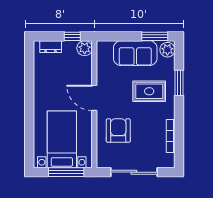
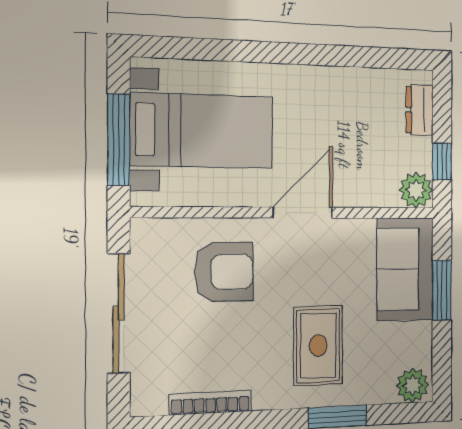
window: (155, 36) -> (442, 290), moved
sofa: (135, 53) -> (405, 269), moved

